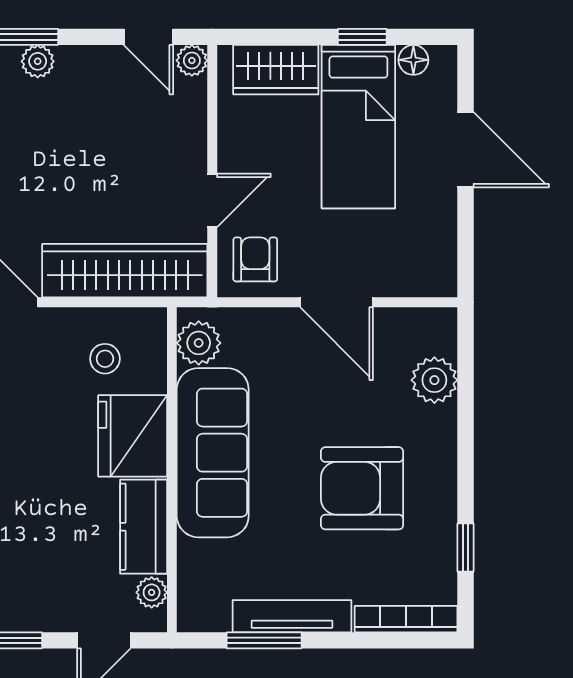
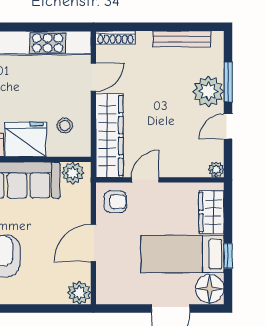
door: (148, 37) -> (228, 126), moved
floor lamp: (413, 60) -> (210, 289), width x1.89, depth x1.89
plant: (38, 61) -> (208, 91), width x1.87, depth x1.87
door: (212, 200) -> (145, 180), swing flipped
plant: (434, 380) -> (79, 293), moved

